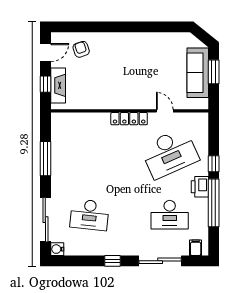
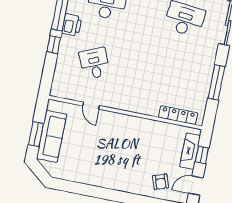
locker: (129, 119) -> (178, 115), moved
desk: (170, 153) -> (95, 63), width x0.53, depth x0.77

